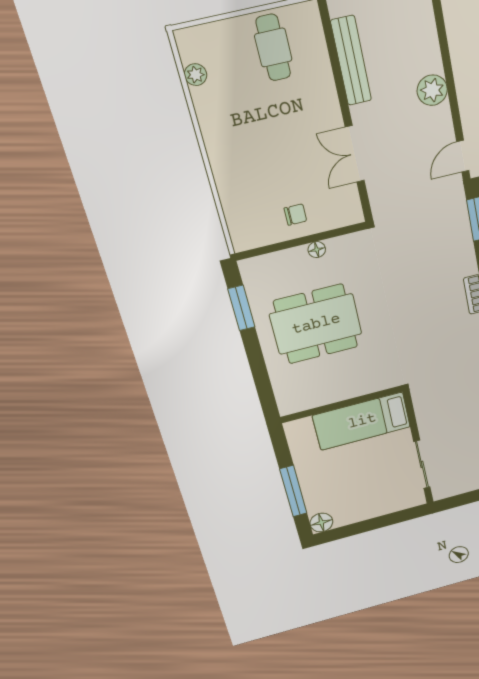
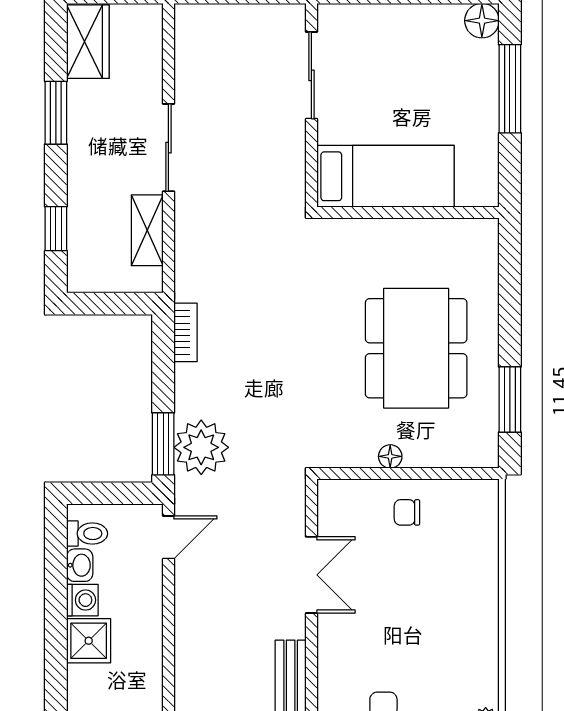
plant: (432, 90) -> (201, 447), moved, width x1.36, depth x1.36
dining table: (316, 324) -> (416, 348), turned 90

